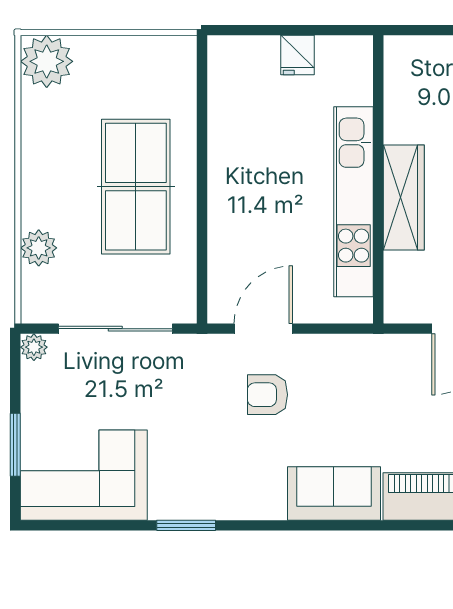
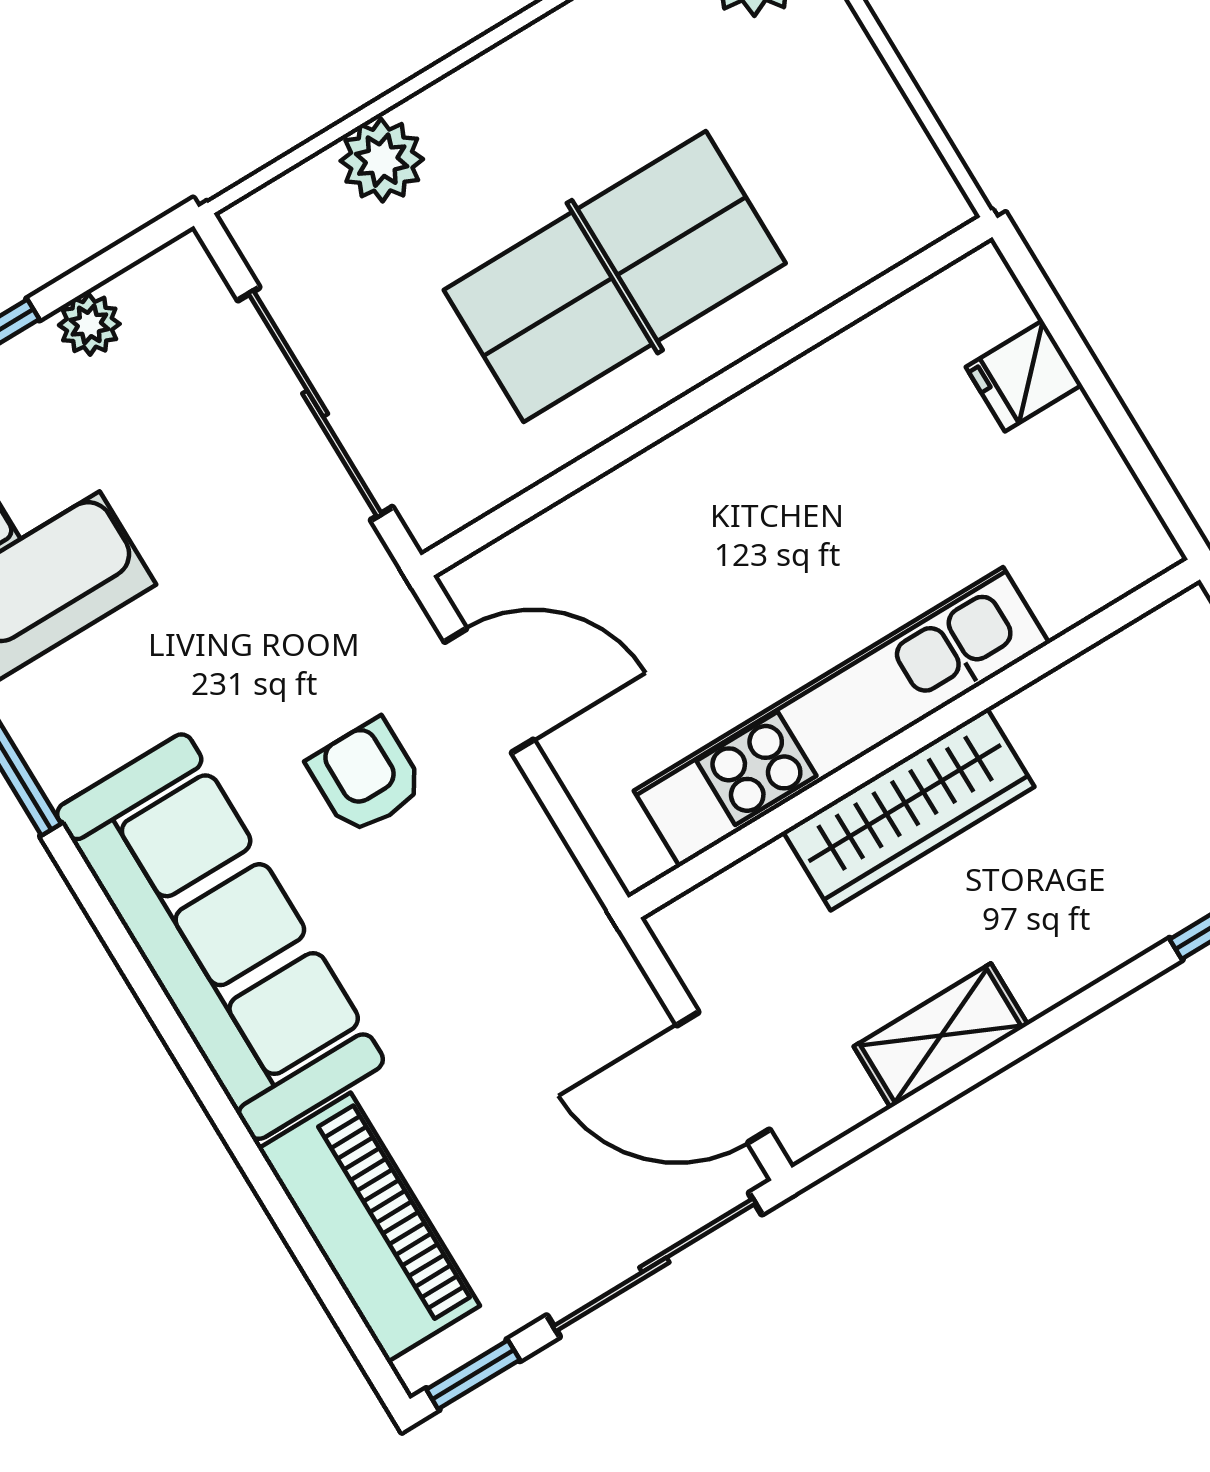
fridge: (297, 55) -> (1024, 376), moved
plant: (34, 347) -> (89, 324), moved
sofa: (334, 493) -> (220, 937), width x1.85, depth x1.27

